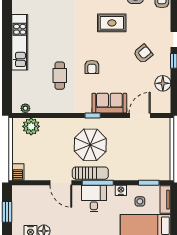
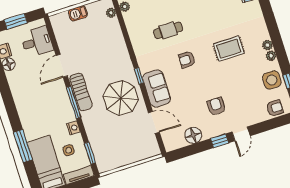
rug: (112, 23) -> (229, 49), moved, turned 90
armchair: (143, 54) -> (216, 106), turned -141
plant: (31, 126) -> (111, 13), width x0.53, depth x0.53
parasol: (90, 145) -> (121, 98), moved
barbecue: (18, 172) -> (78, 13), moved
desk: (94, 199) -> (37, 42), moved

